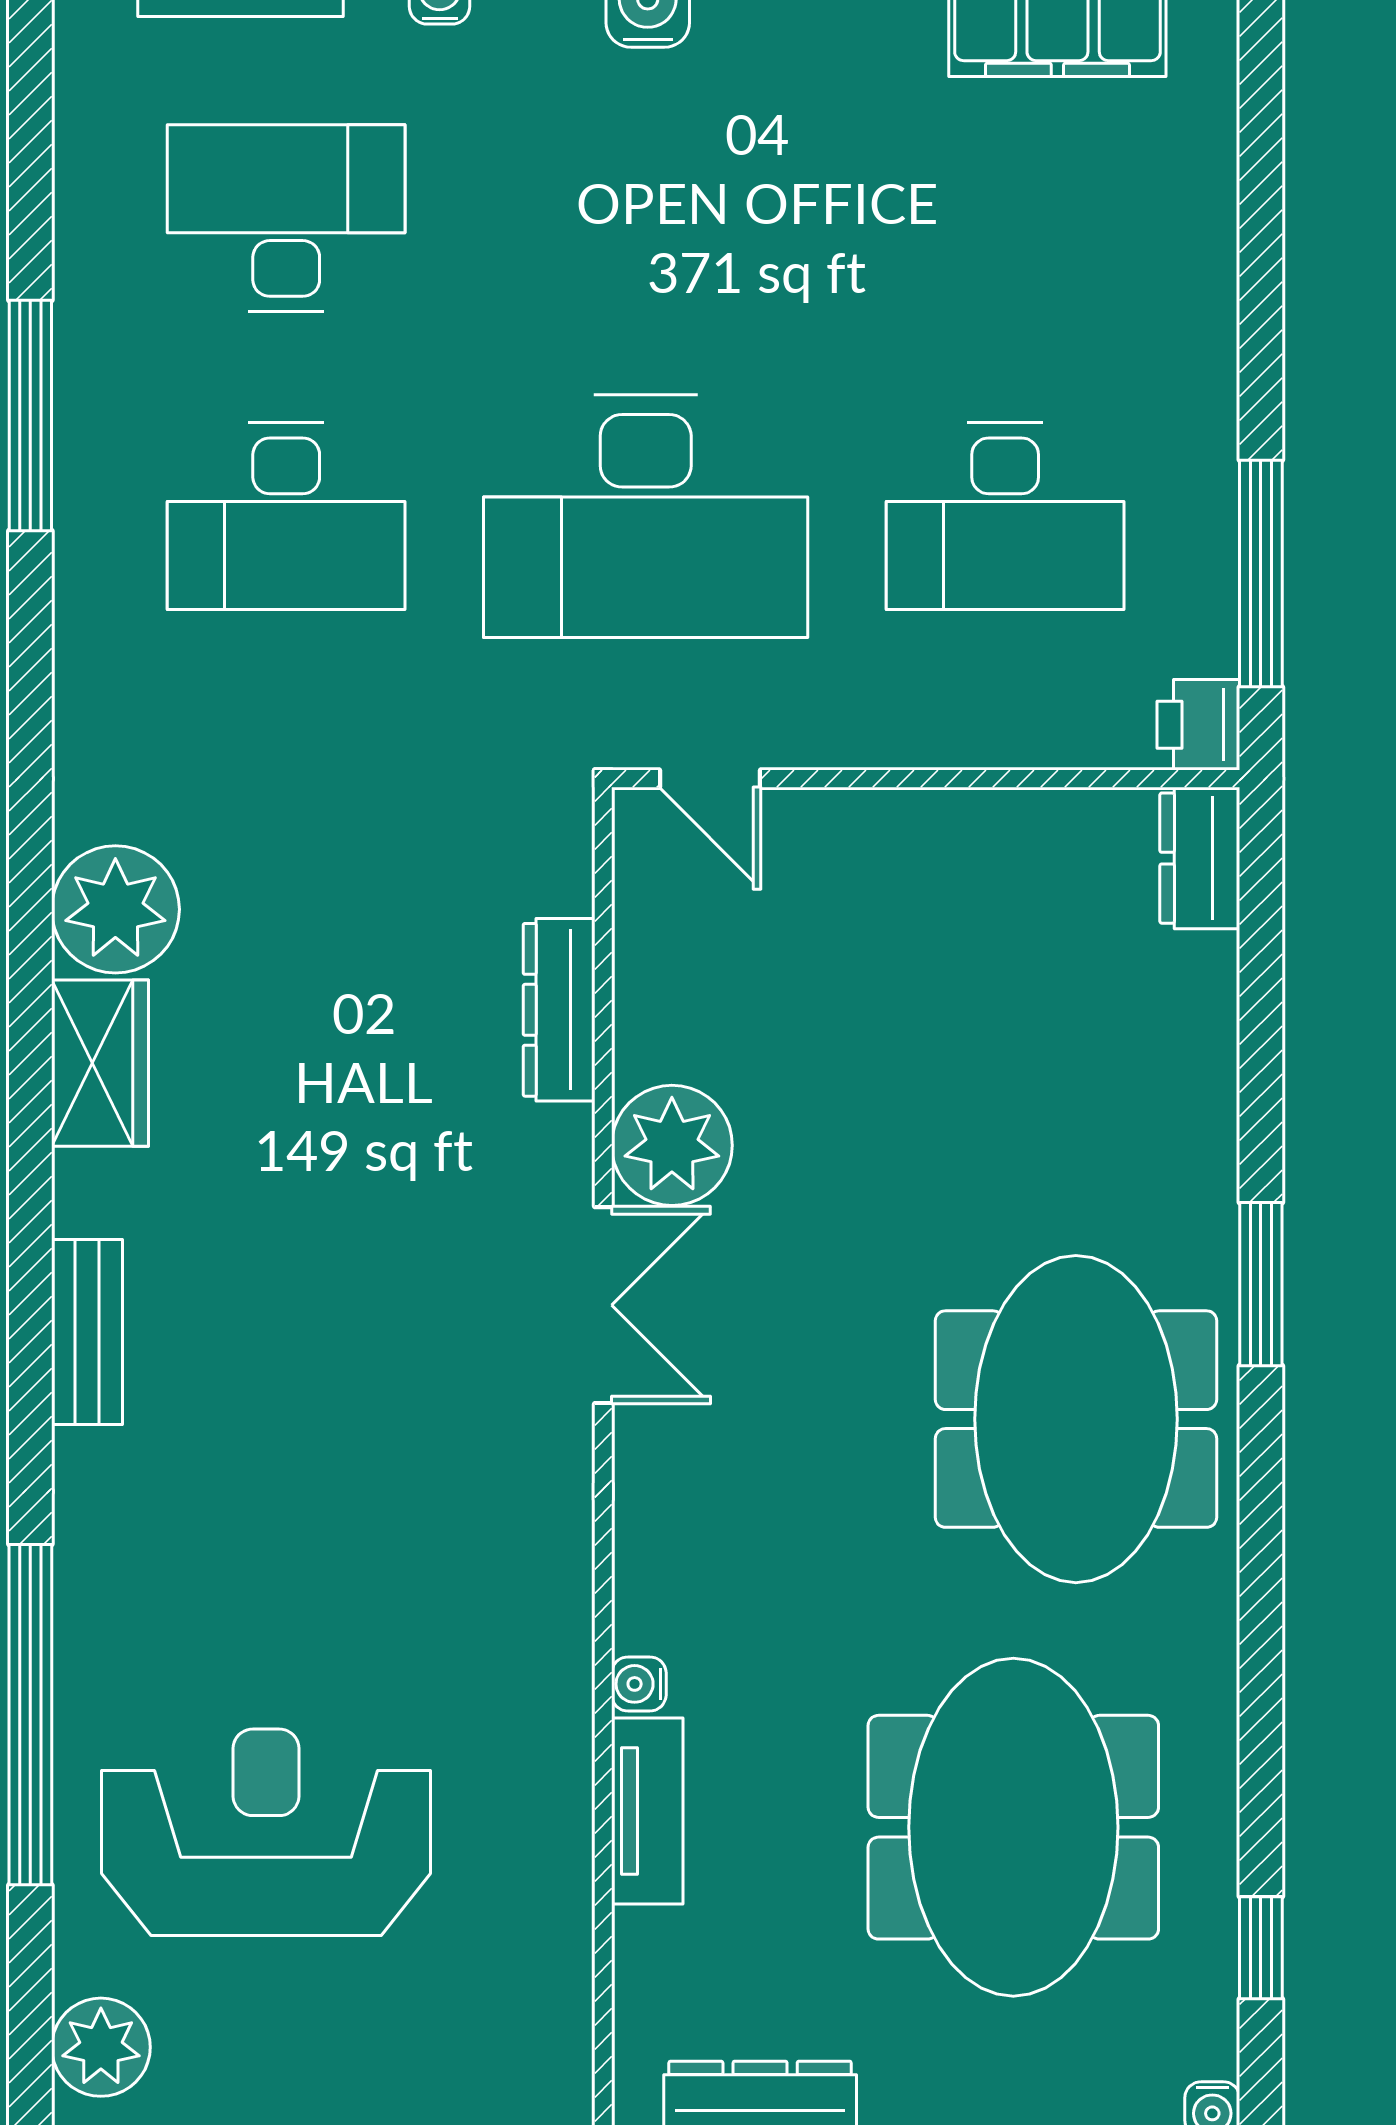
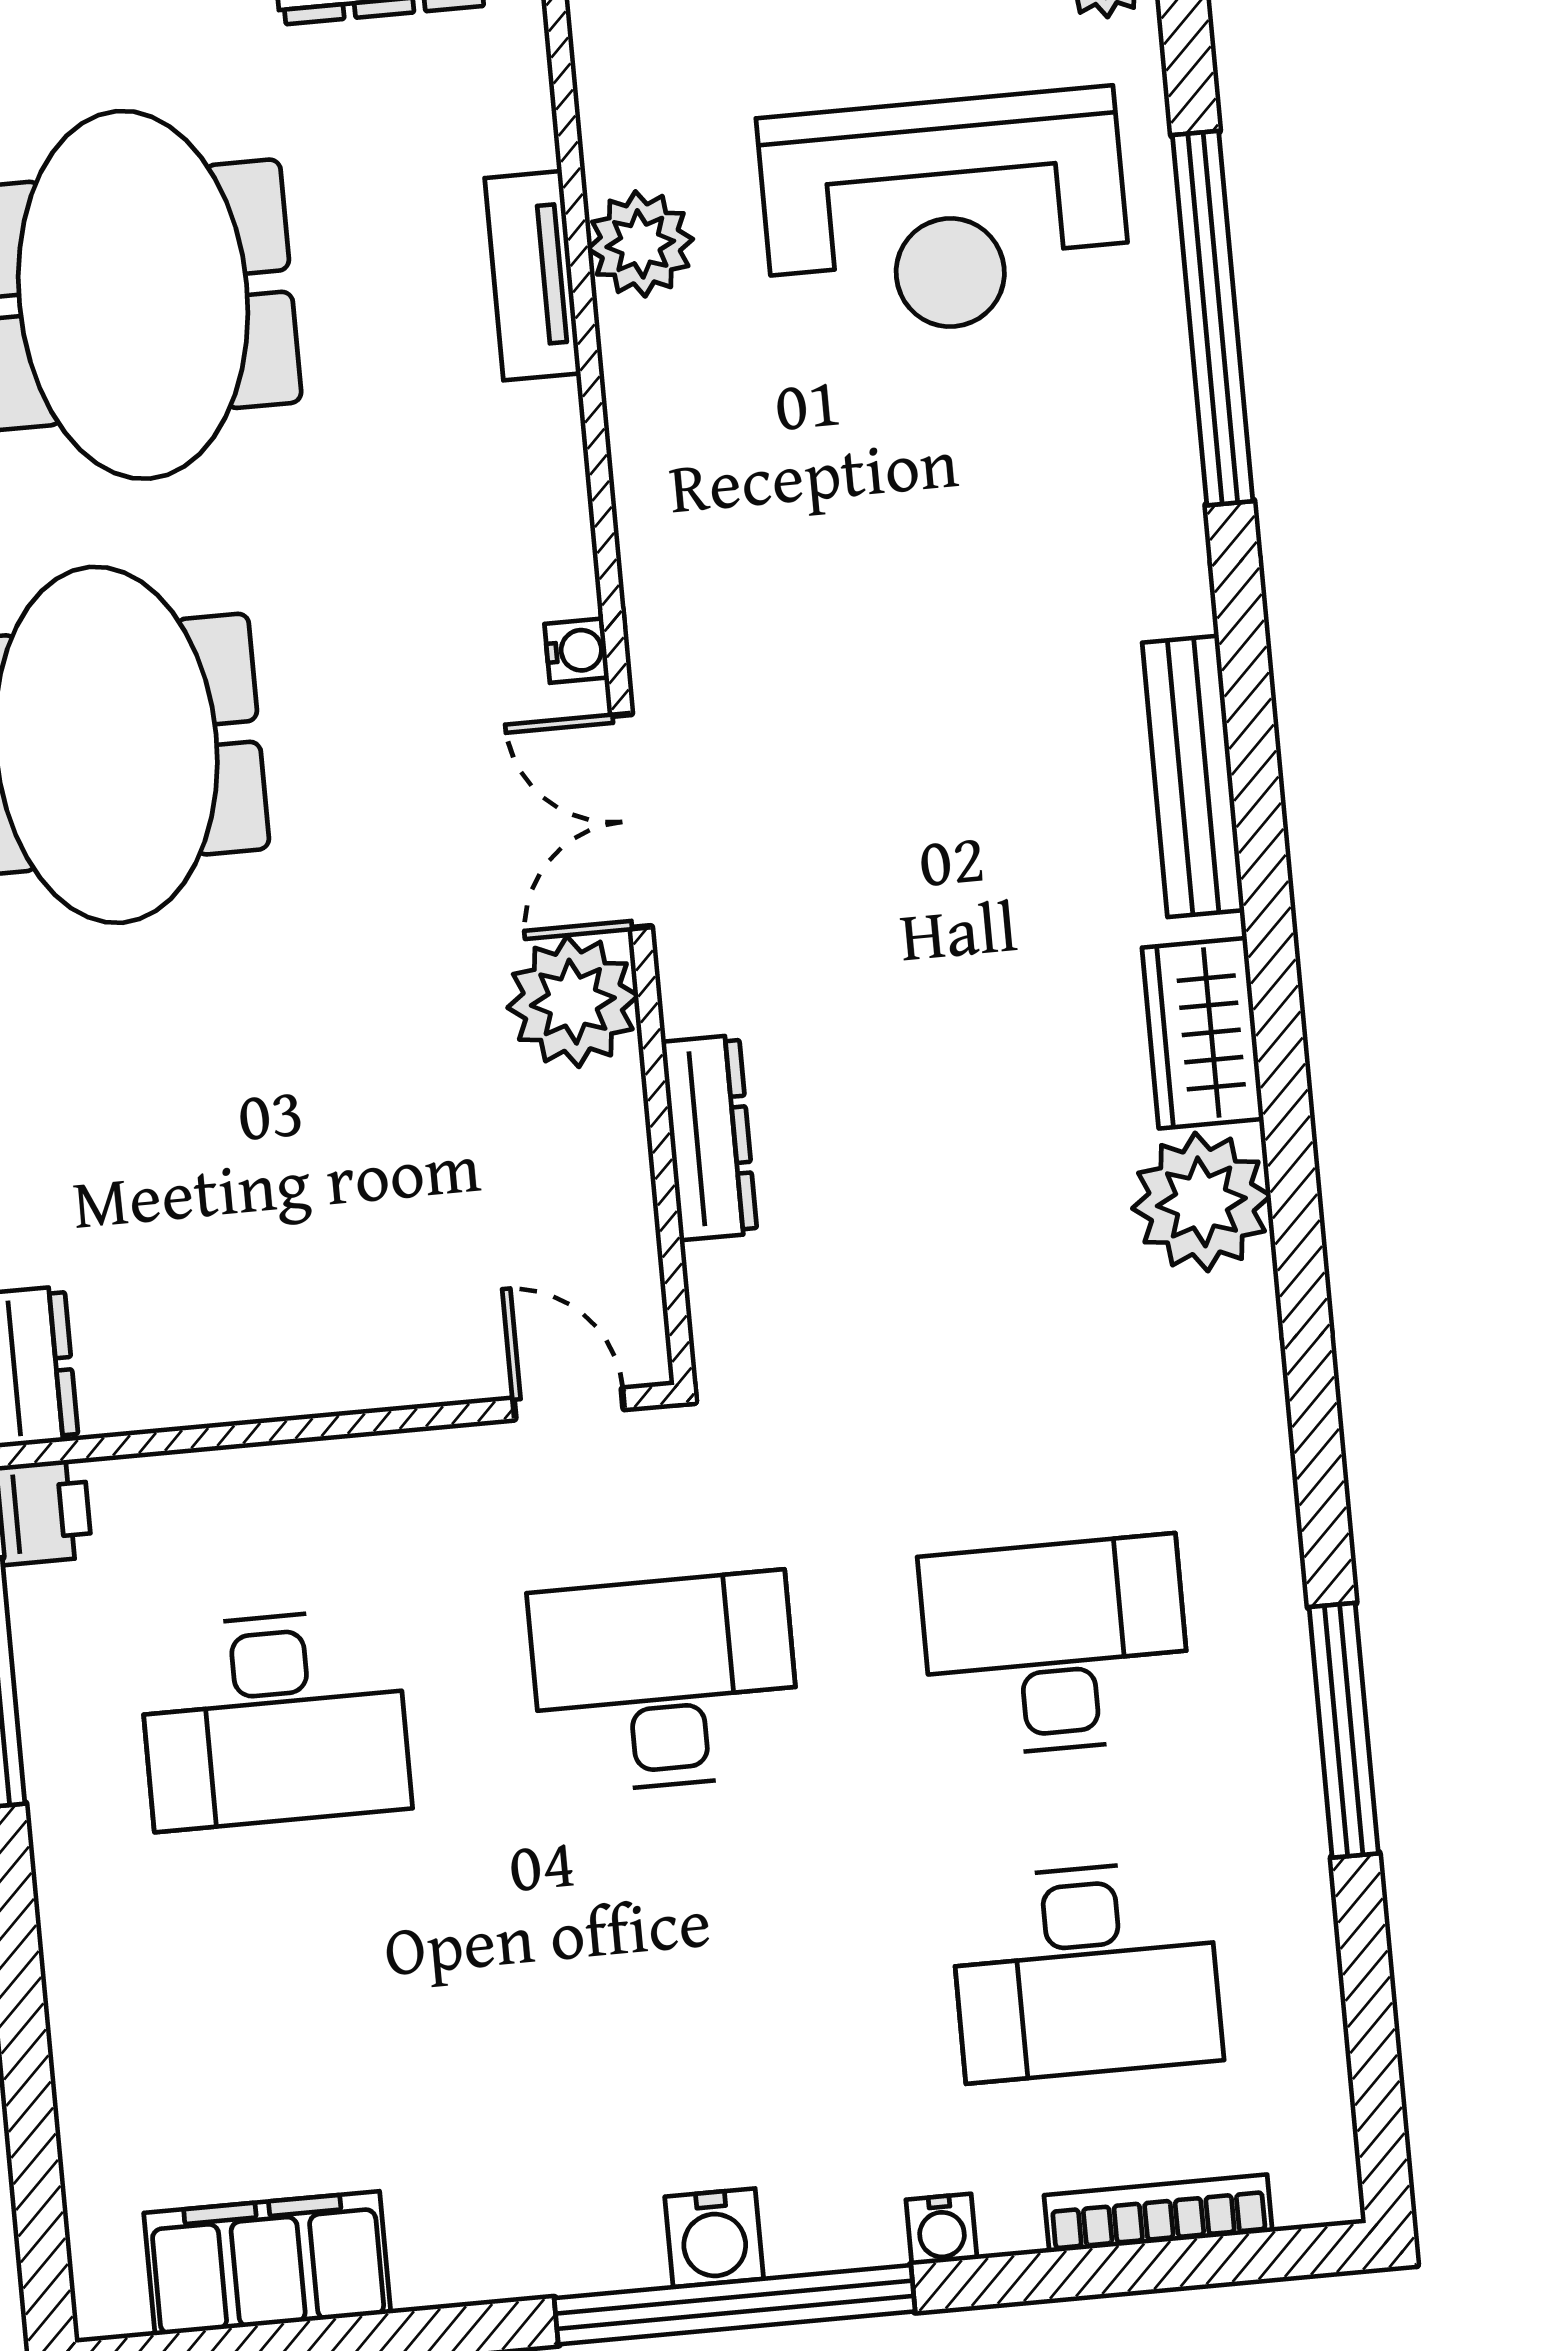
desk: (646, 516) -> (665, 1683), width x0.73, depth x0.77
desk: (1005, 516) -> (274, 1719), turned 180
bench: (87, 1332) -> (1193, 776), width x1.36
water cooler: (639, 1684) -> (577, 651), moved
plant: (546, 1831) -> (640, 244), added

